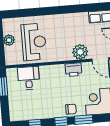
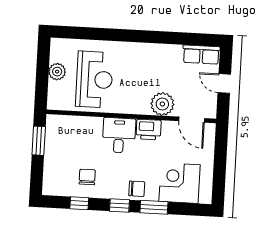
desk: (29, 78) -> (119, 135), moved
chair: (38, 106) -> (87, 177), added

